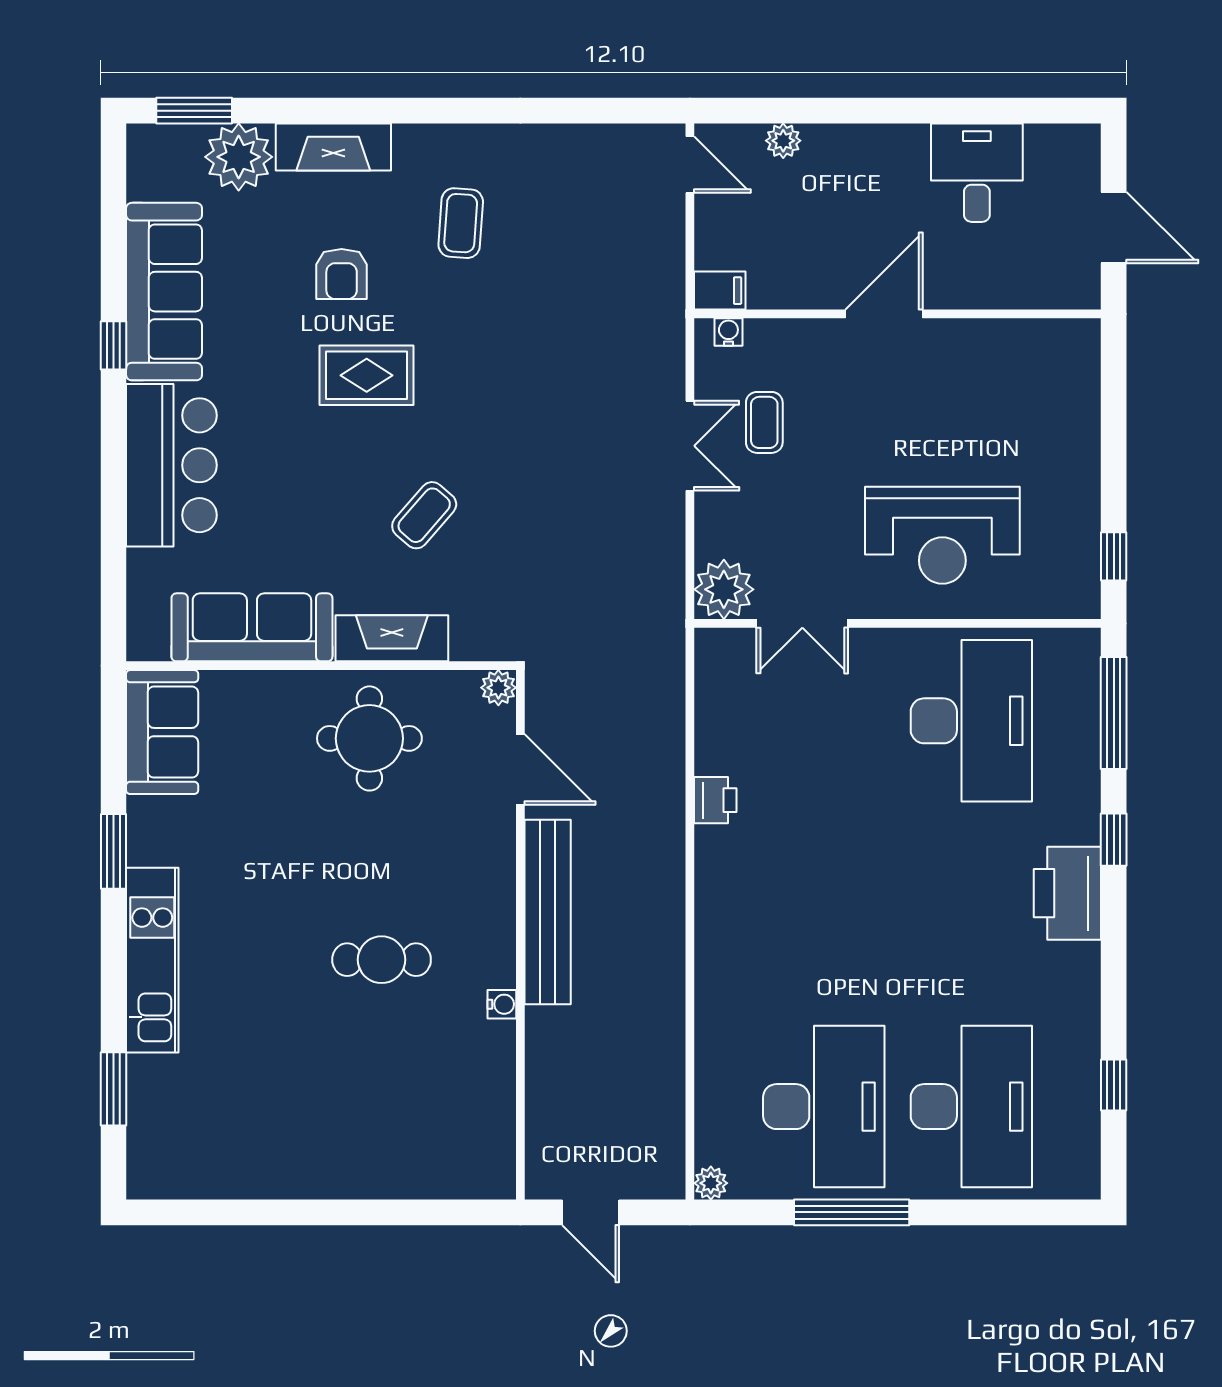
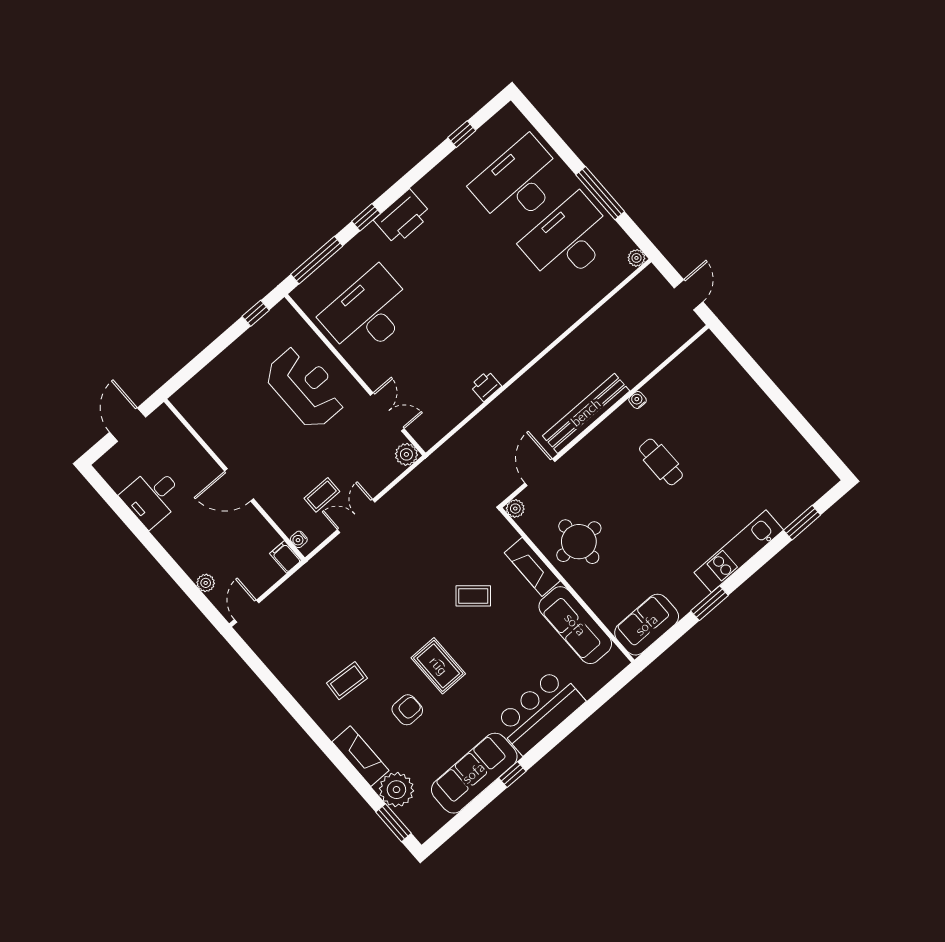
plant: (724, 589) -> (406, 454), width x0.73, depth x0.73

